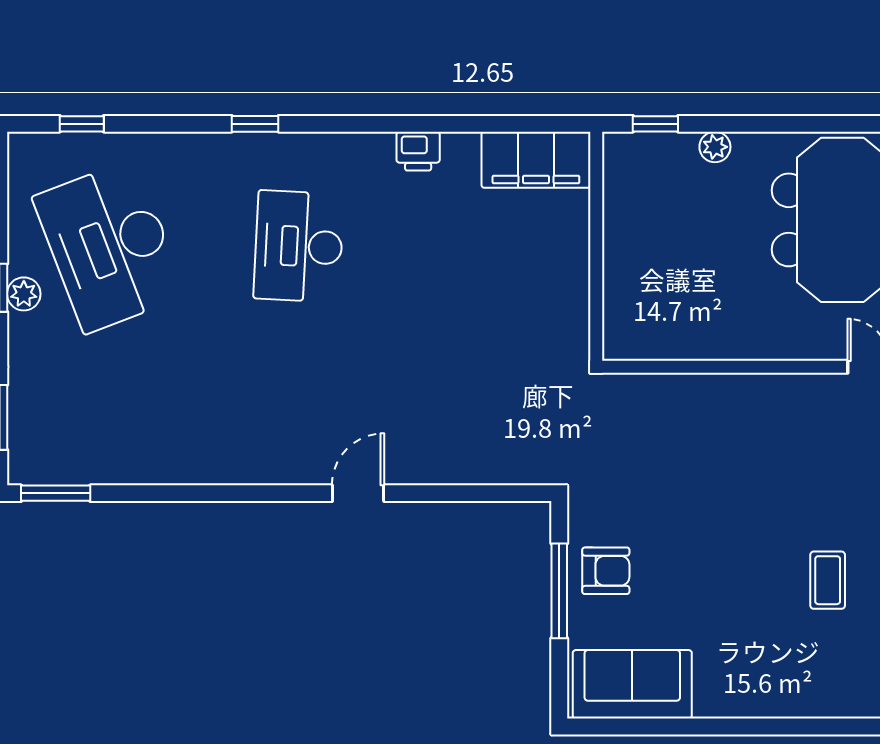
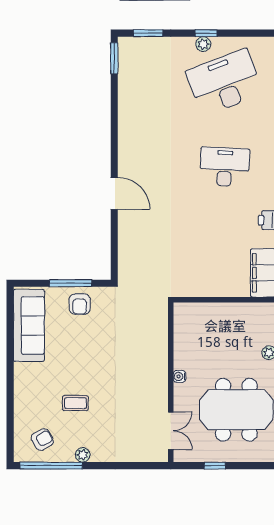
water cooler: (768, 347) -> (179, 376), added
door: (358, 493) -> (114, 193), width x1.37
sofa: (632, 684) -> (29, 325), width x1.36

